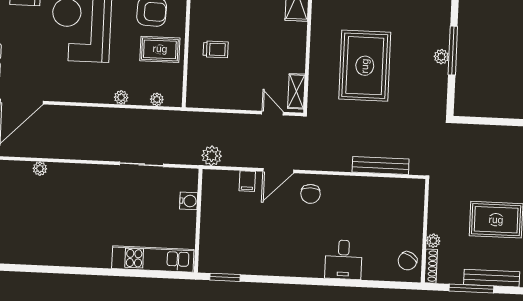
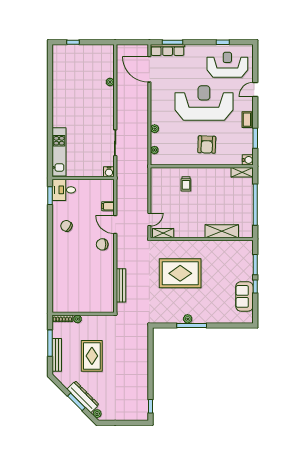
rug: (160, 49) -> (184, 150), removed
plant: (212, 156) -> (122, 184), removed
water cooler: (189, 201) -> (109, 172), moved
desk: (343, 260) -> (64, 190), moved
chair: (407, 261) -> (66, 226), moved

